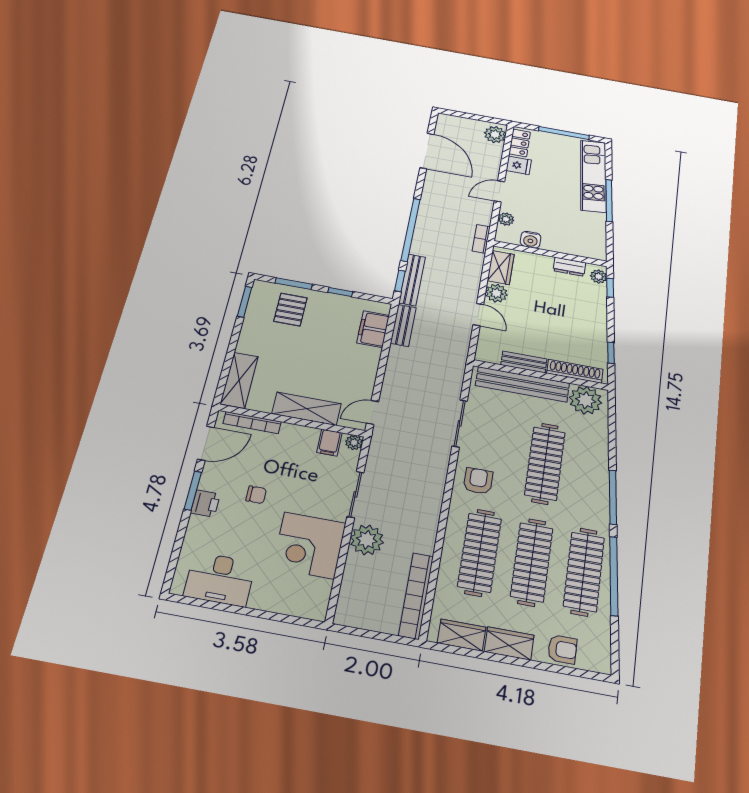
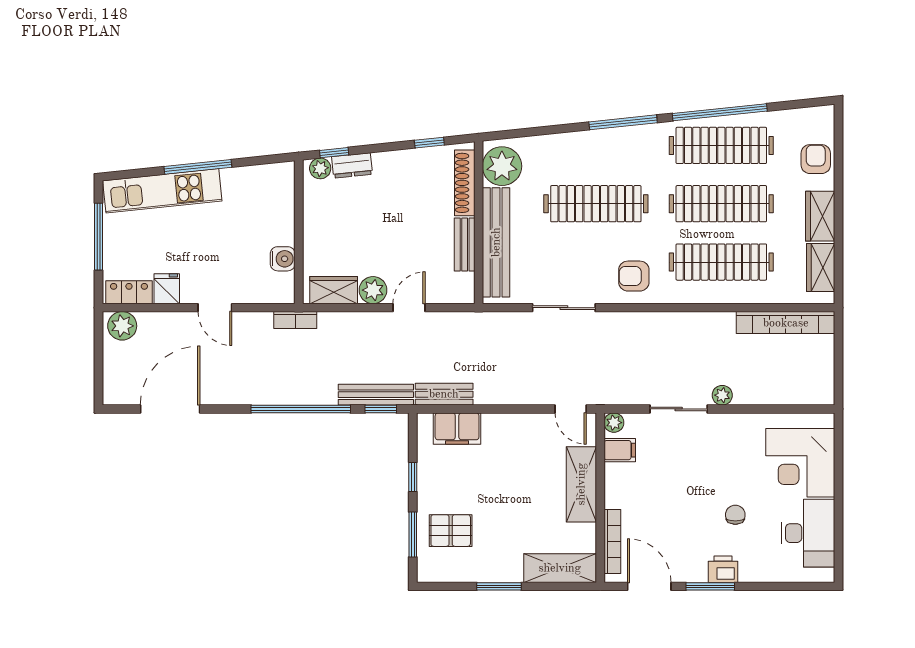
plant: (506, 219) -> (257, 294), removed
dresser: (569, 267) -> (352, 165), moved, turned 84
window: (245, 302) -> (499, 586), moved
chair: (256, 495) -> (735, 515), moved
plant: (367, 540) -> (722, 395), width x0.53, depth x0.53
corner desk: (309, 545) -> (800, 463), moved, turned 90

